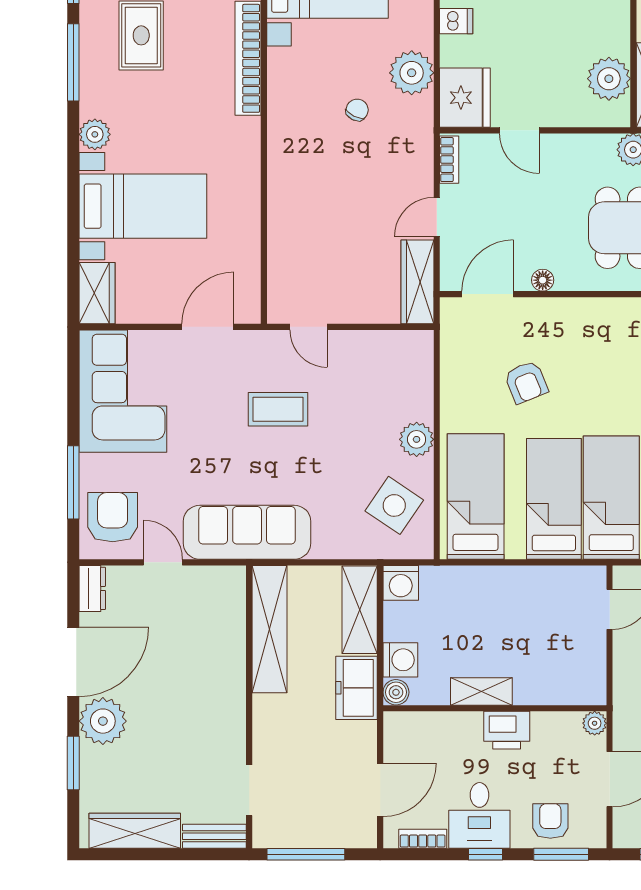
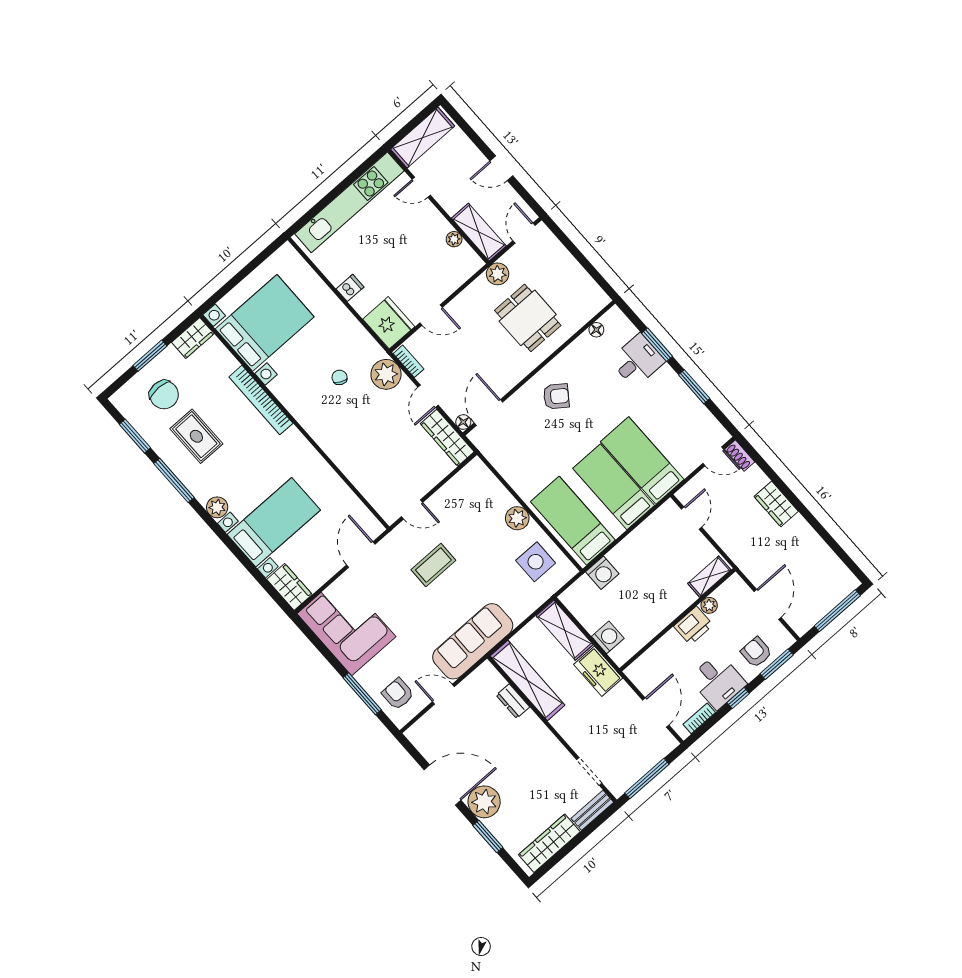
plant: (412, 73) -> (386, 374), moved
plant: (609, 79) -> (454, 239), width x0.53, depth x0.53
floor lamp: (543, 280) -> (463, 422), moved
armchair: (526, 382) -> (556, 396), moved, turned -32
side table: (394, 505) -> (536, 562), turned -34
armchair: (113, 517) -> (398, 694), width x0.72, depth x0.72
washing machine: (401, 583) -> (602, 573), moved
dresser: (92, 588) -> (513, 701), moved, turned 180
door: (73, 662) -> (442, 785), hinge flipped
shelving: (481, 691) -> (709, 577), moved
boiler: (396, 692) -> (620, 656), removed
plant: (595, 723) -> (709, 605), moved

